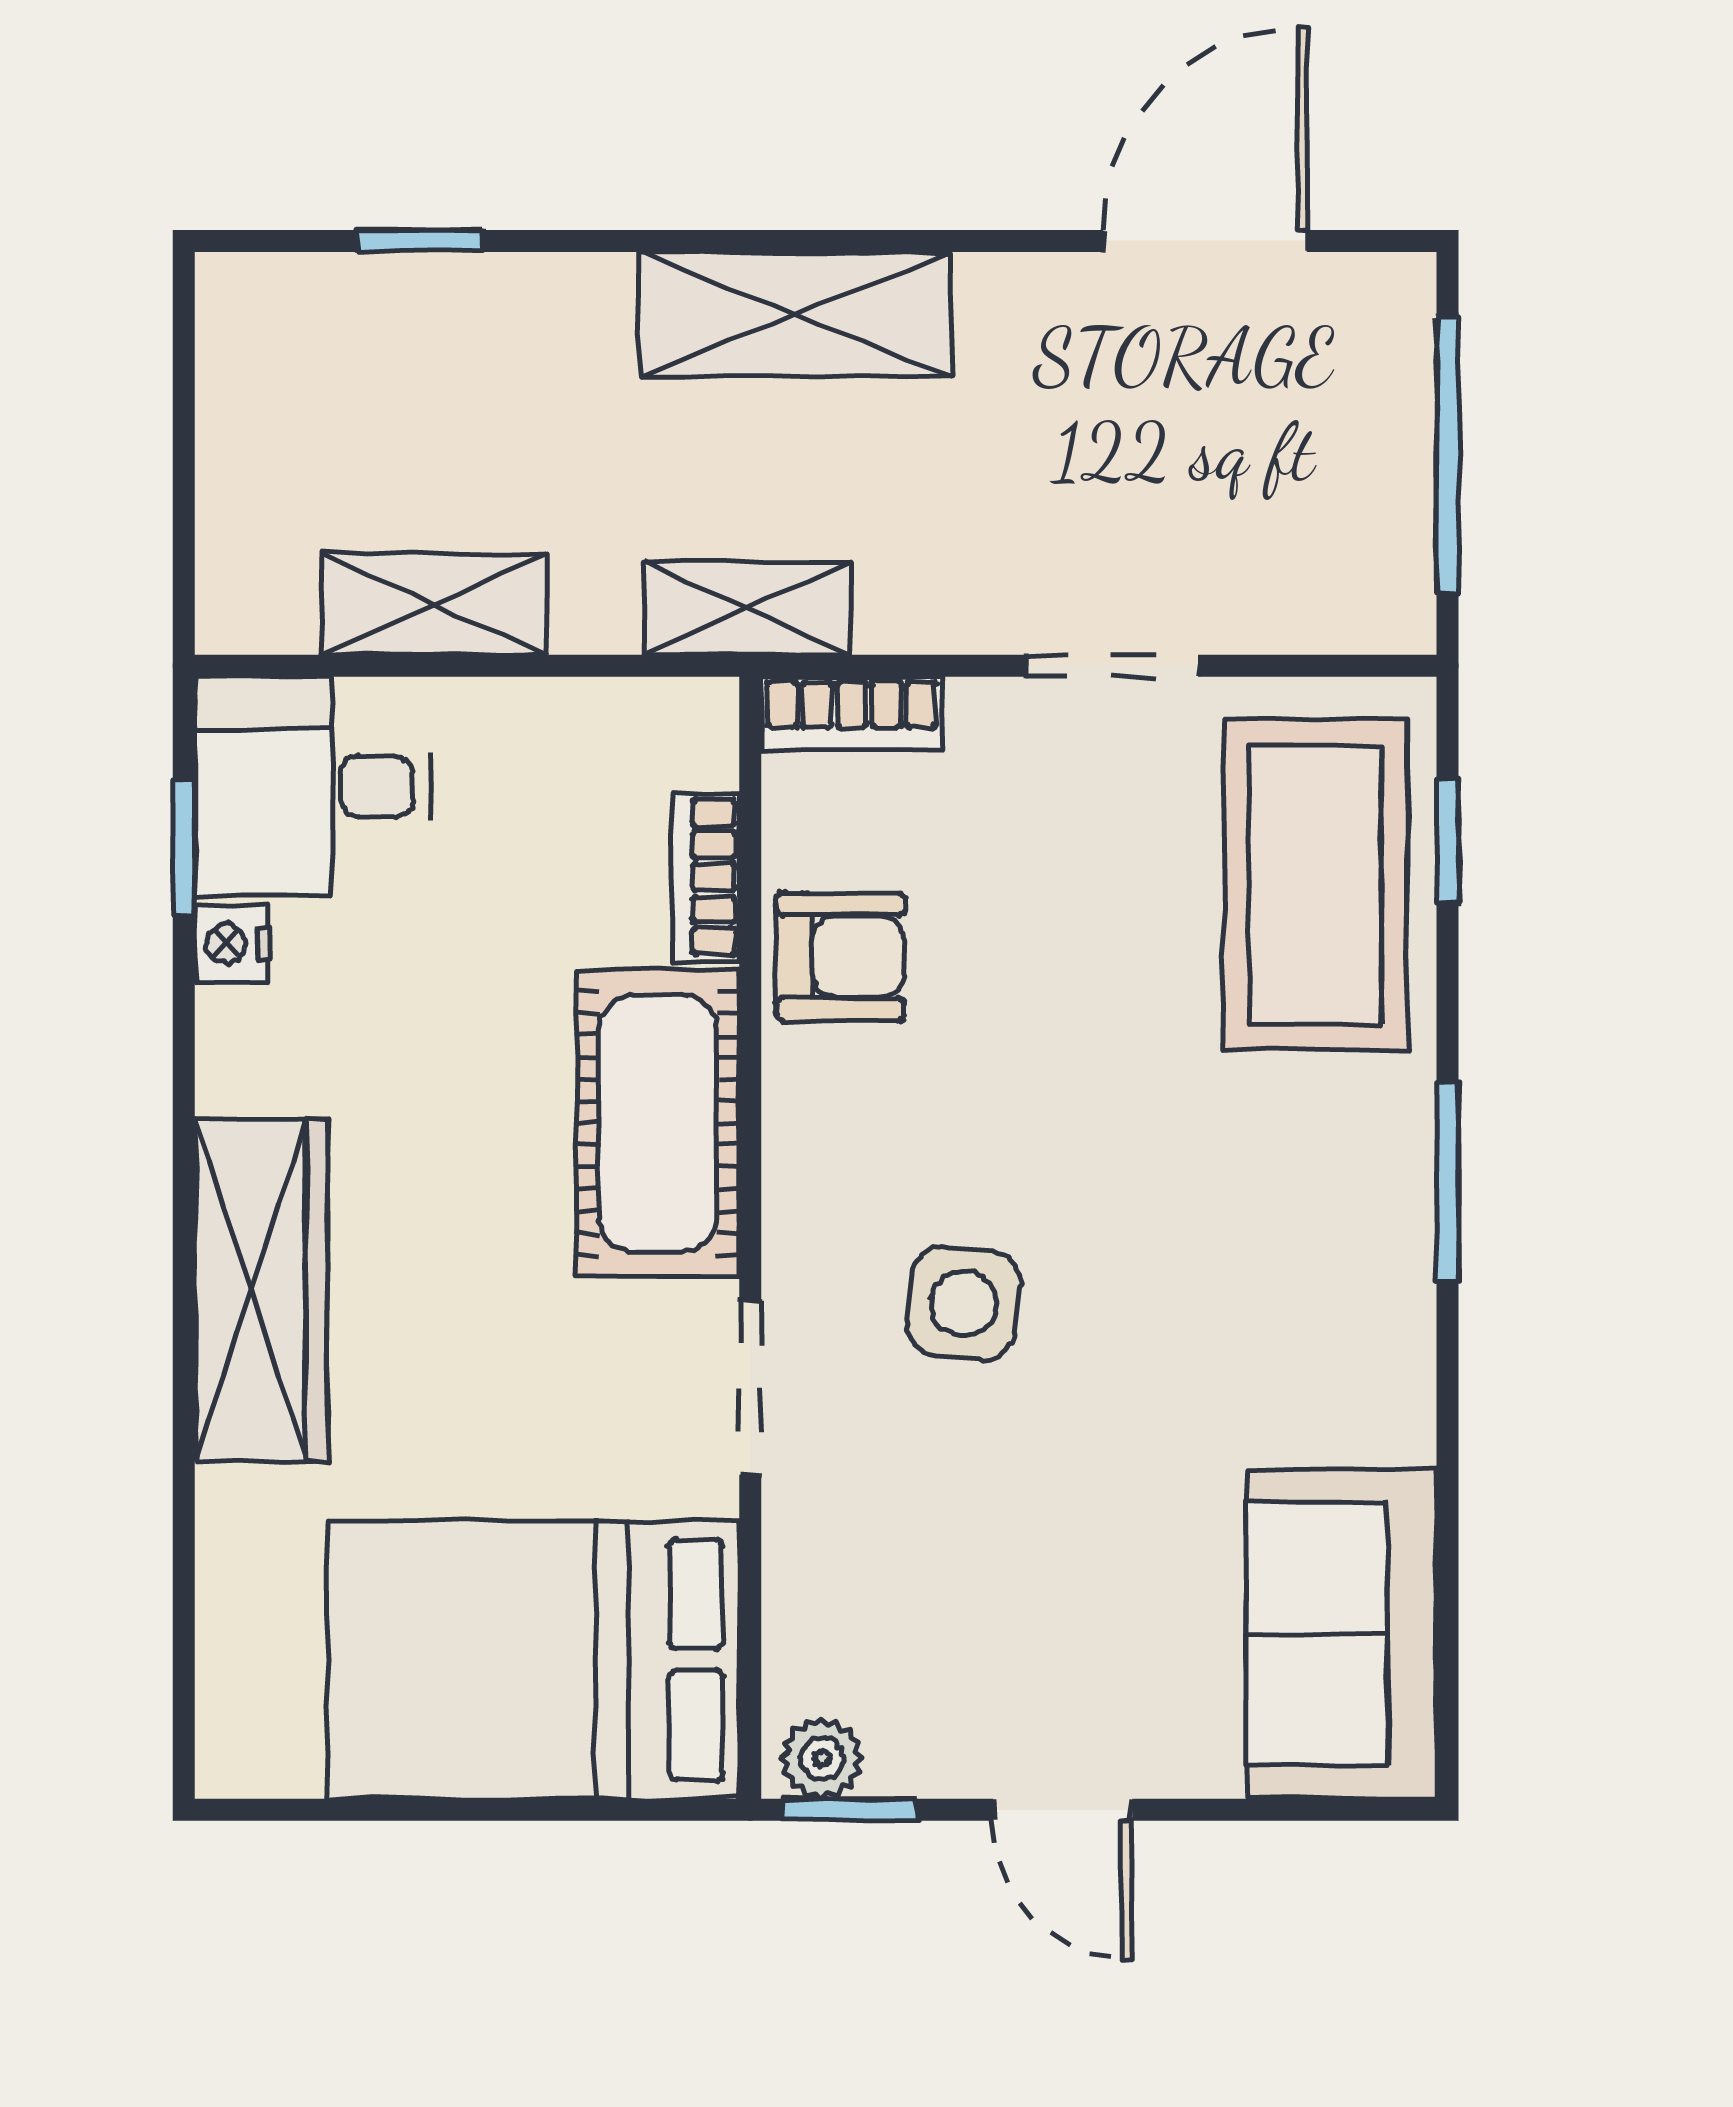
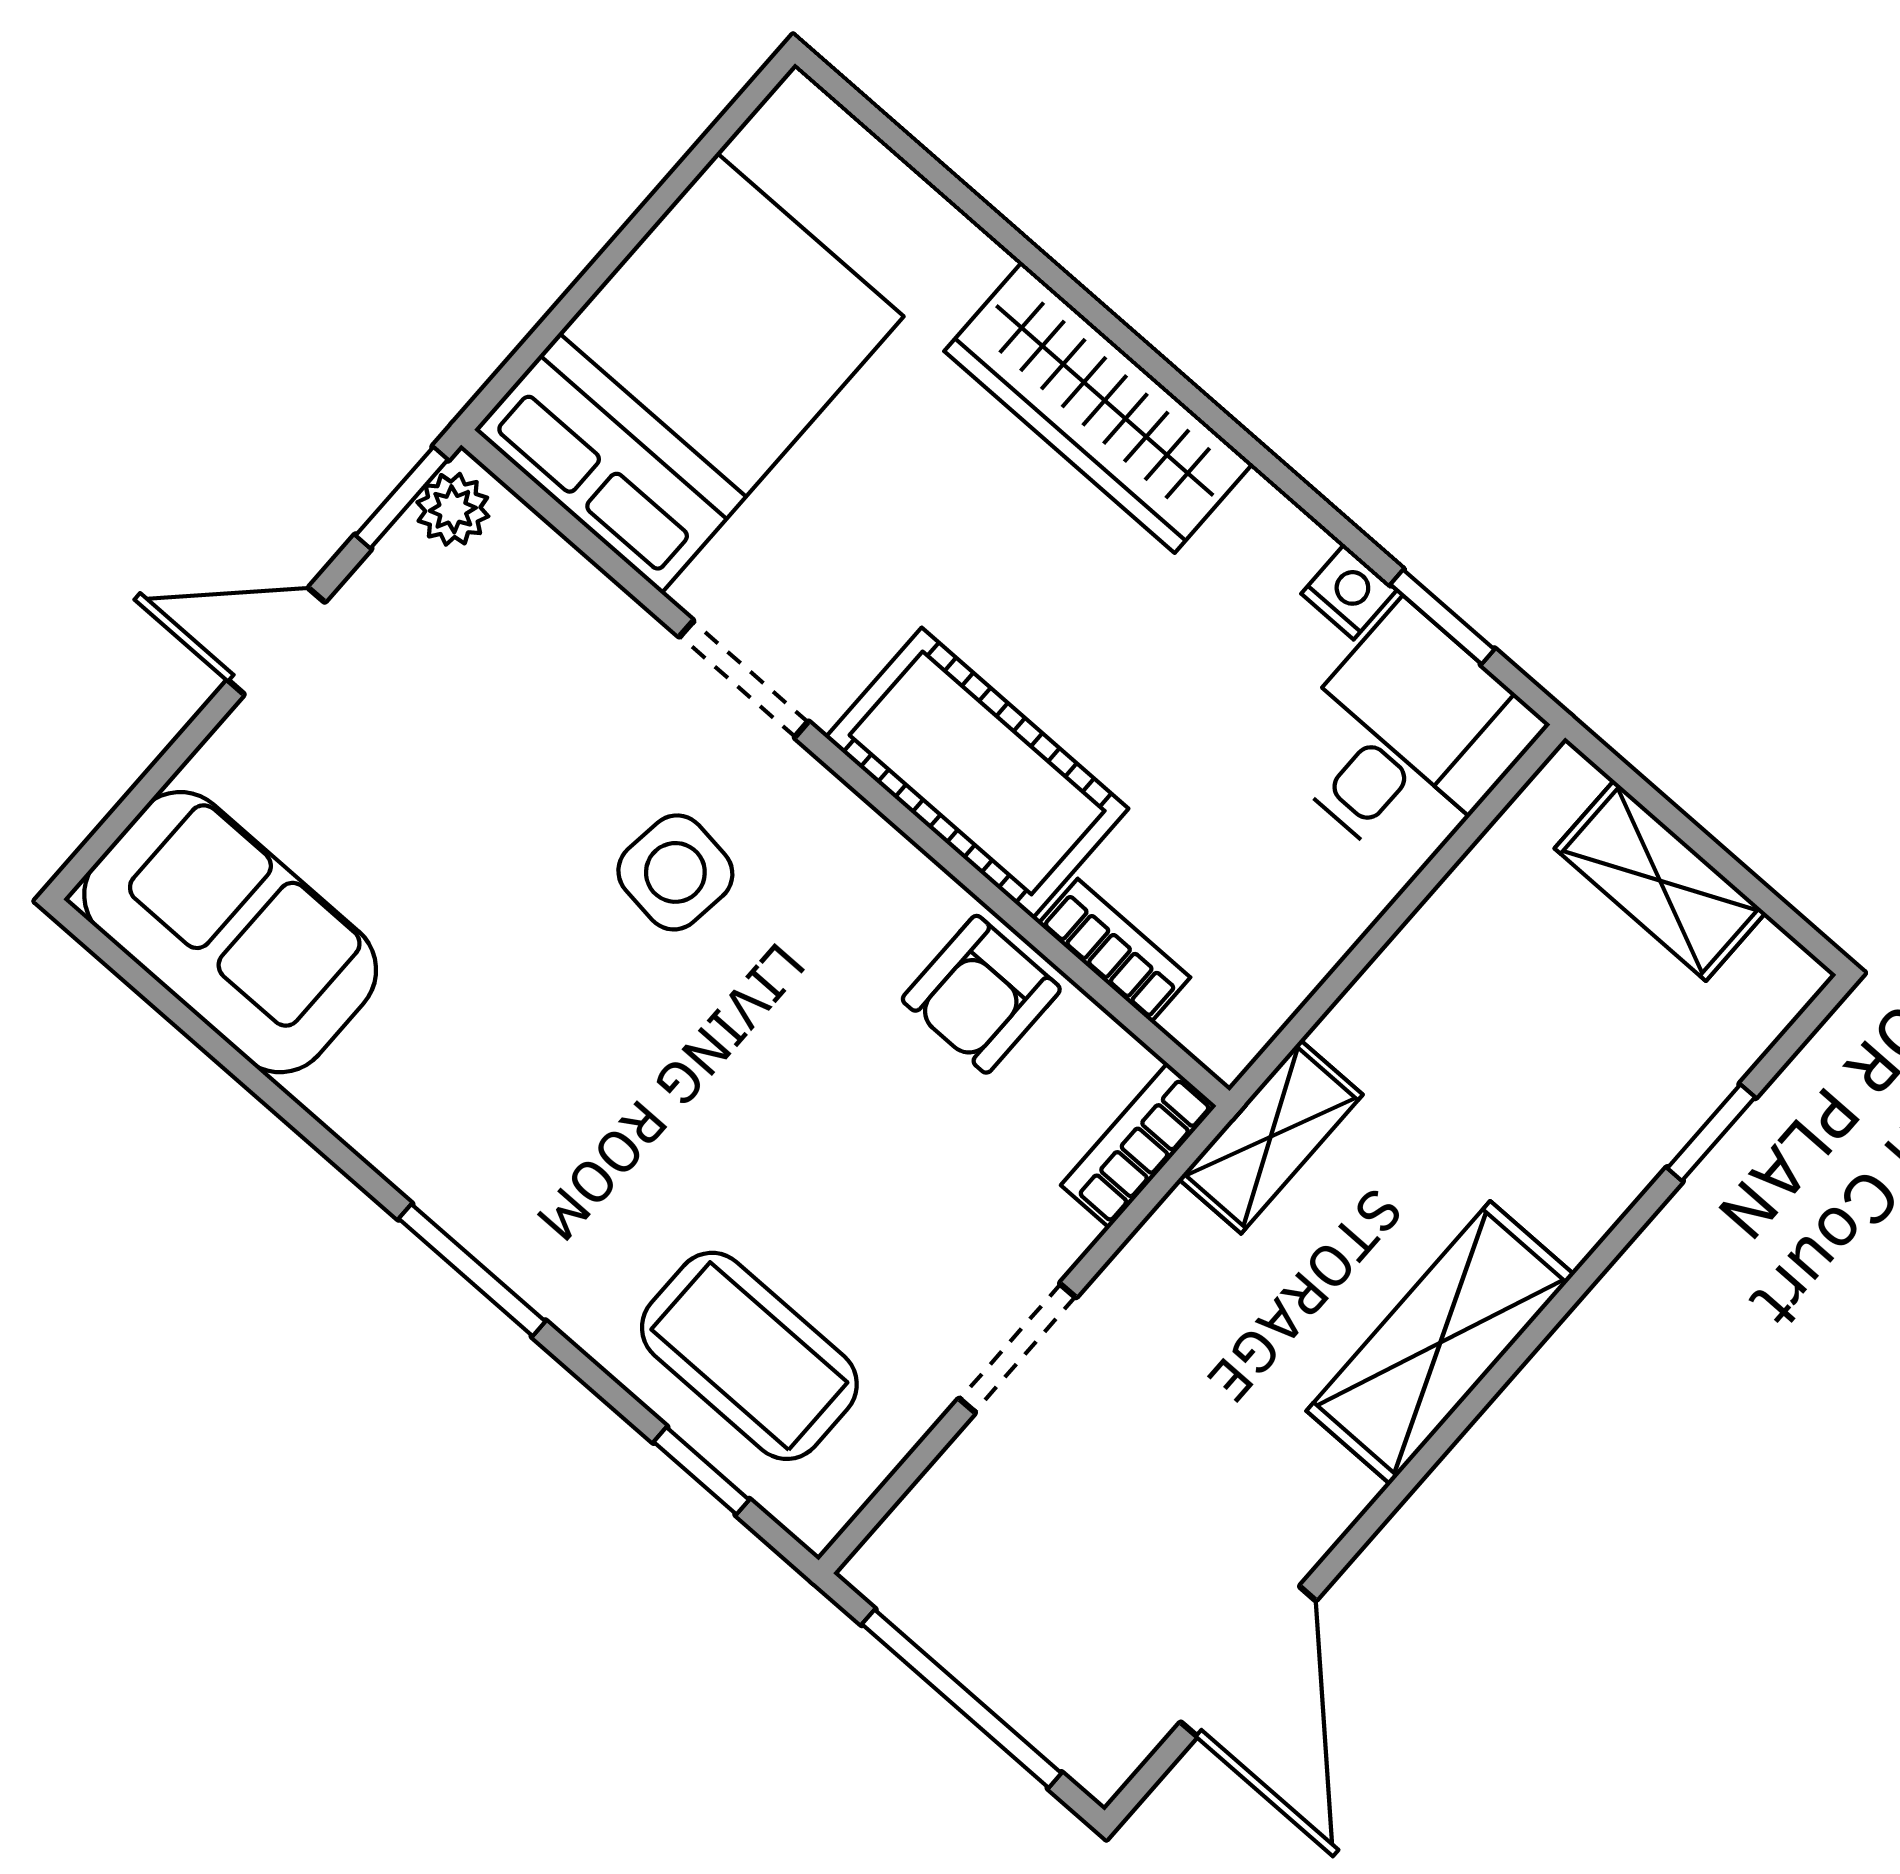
shelving: (435, 604) -> (1660, 881), moved, turned 90
coffee table: (1316, 885) -> (749, 1356), width x0.73, depth x0.76

